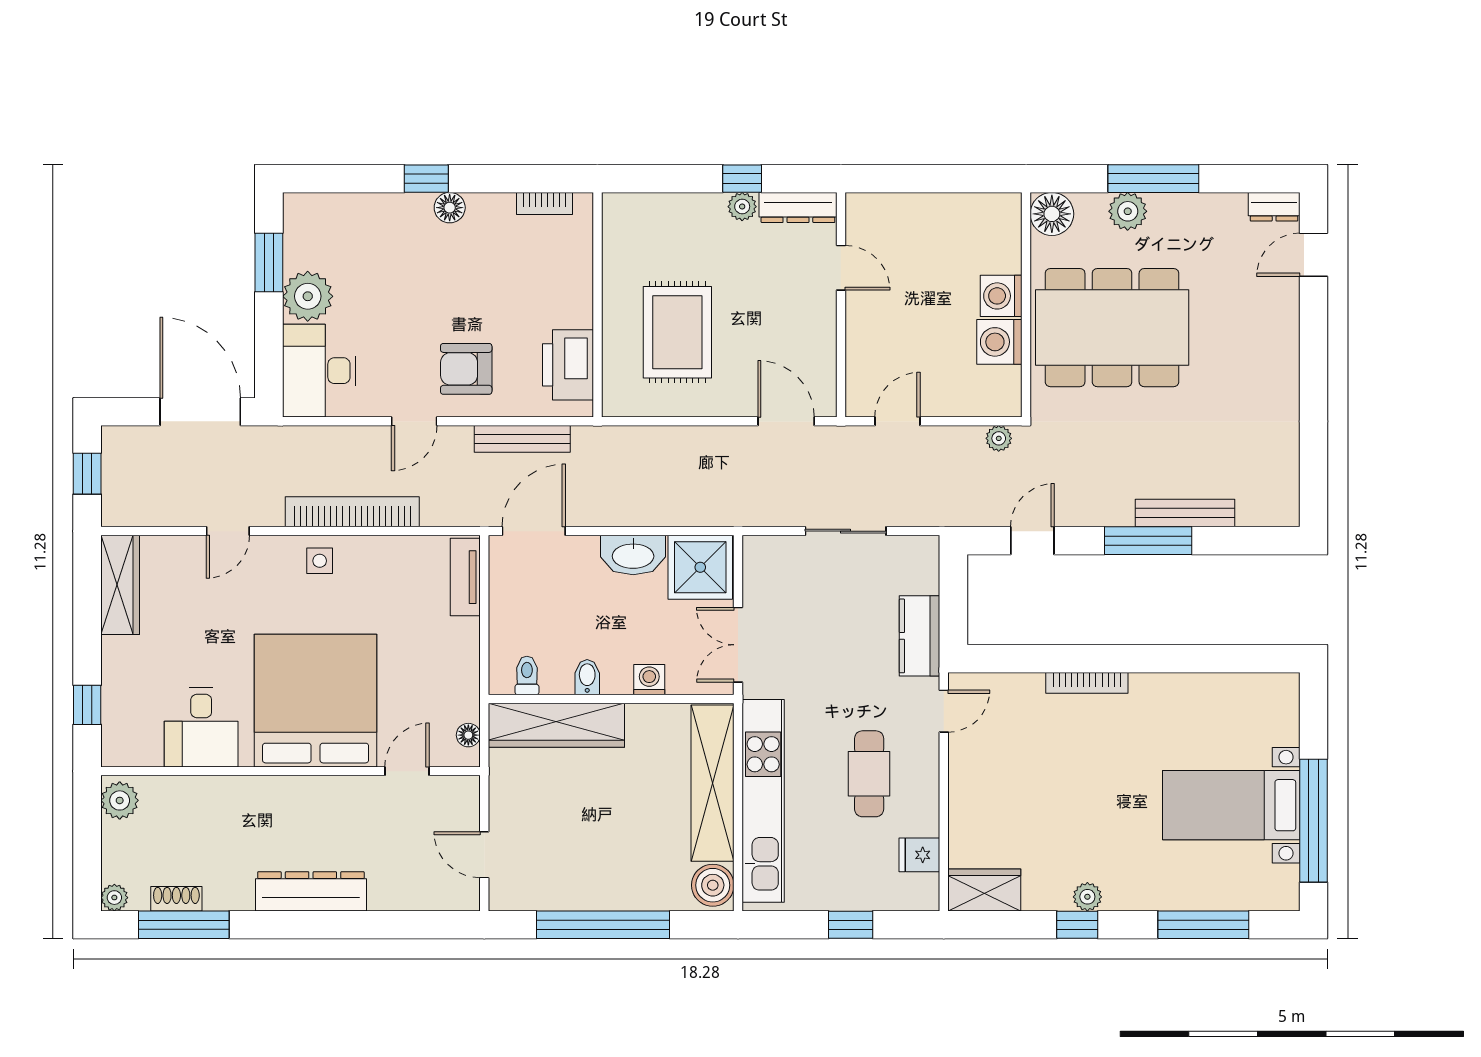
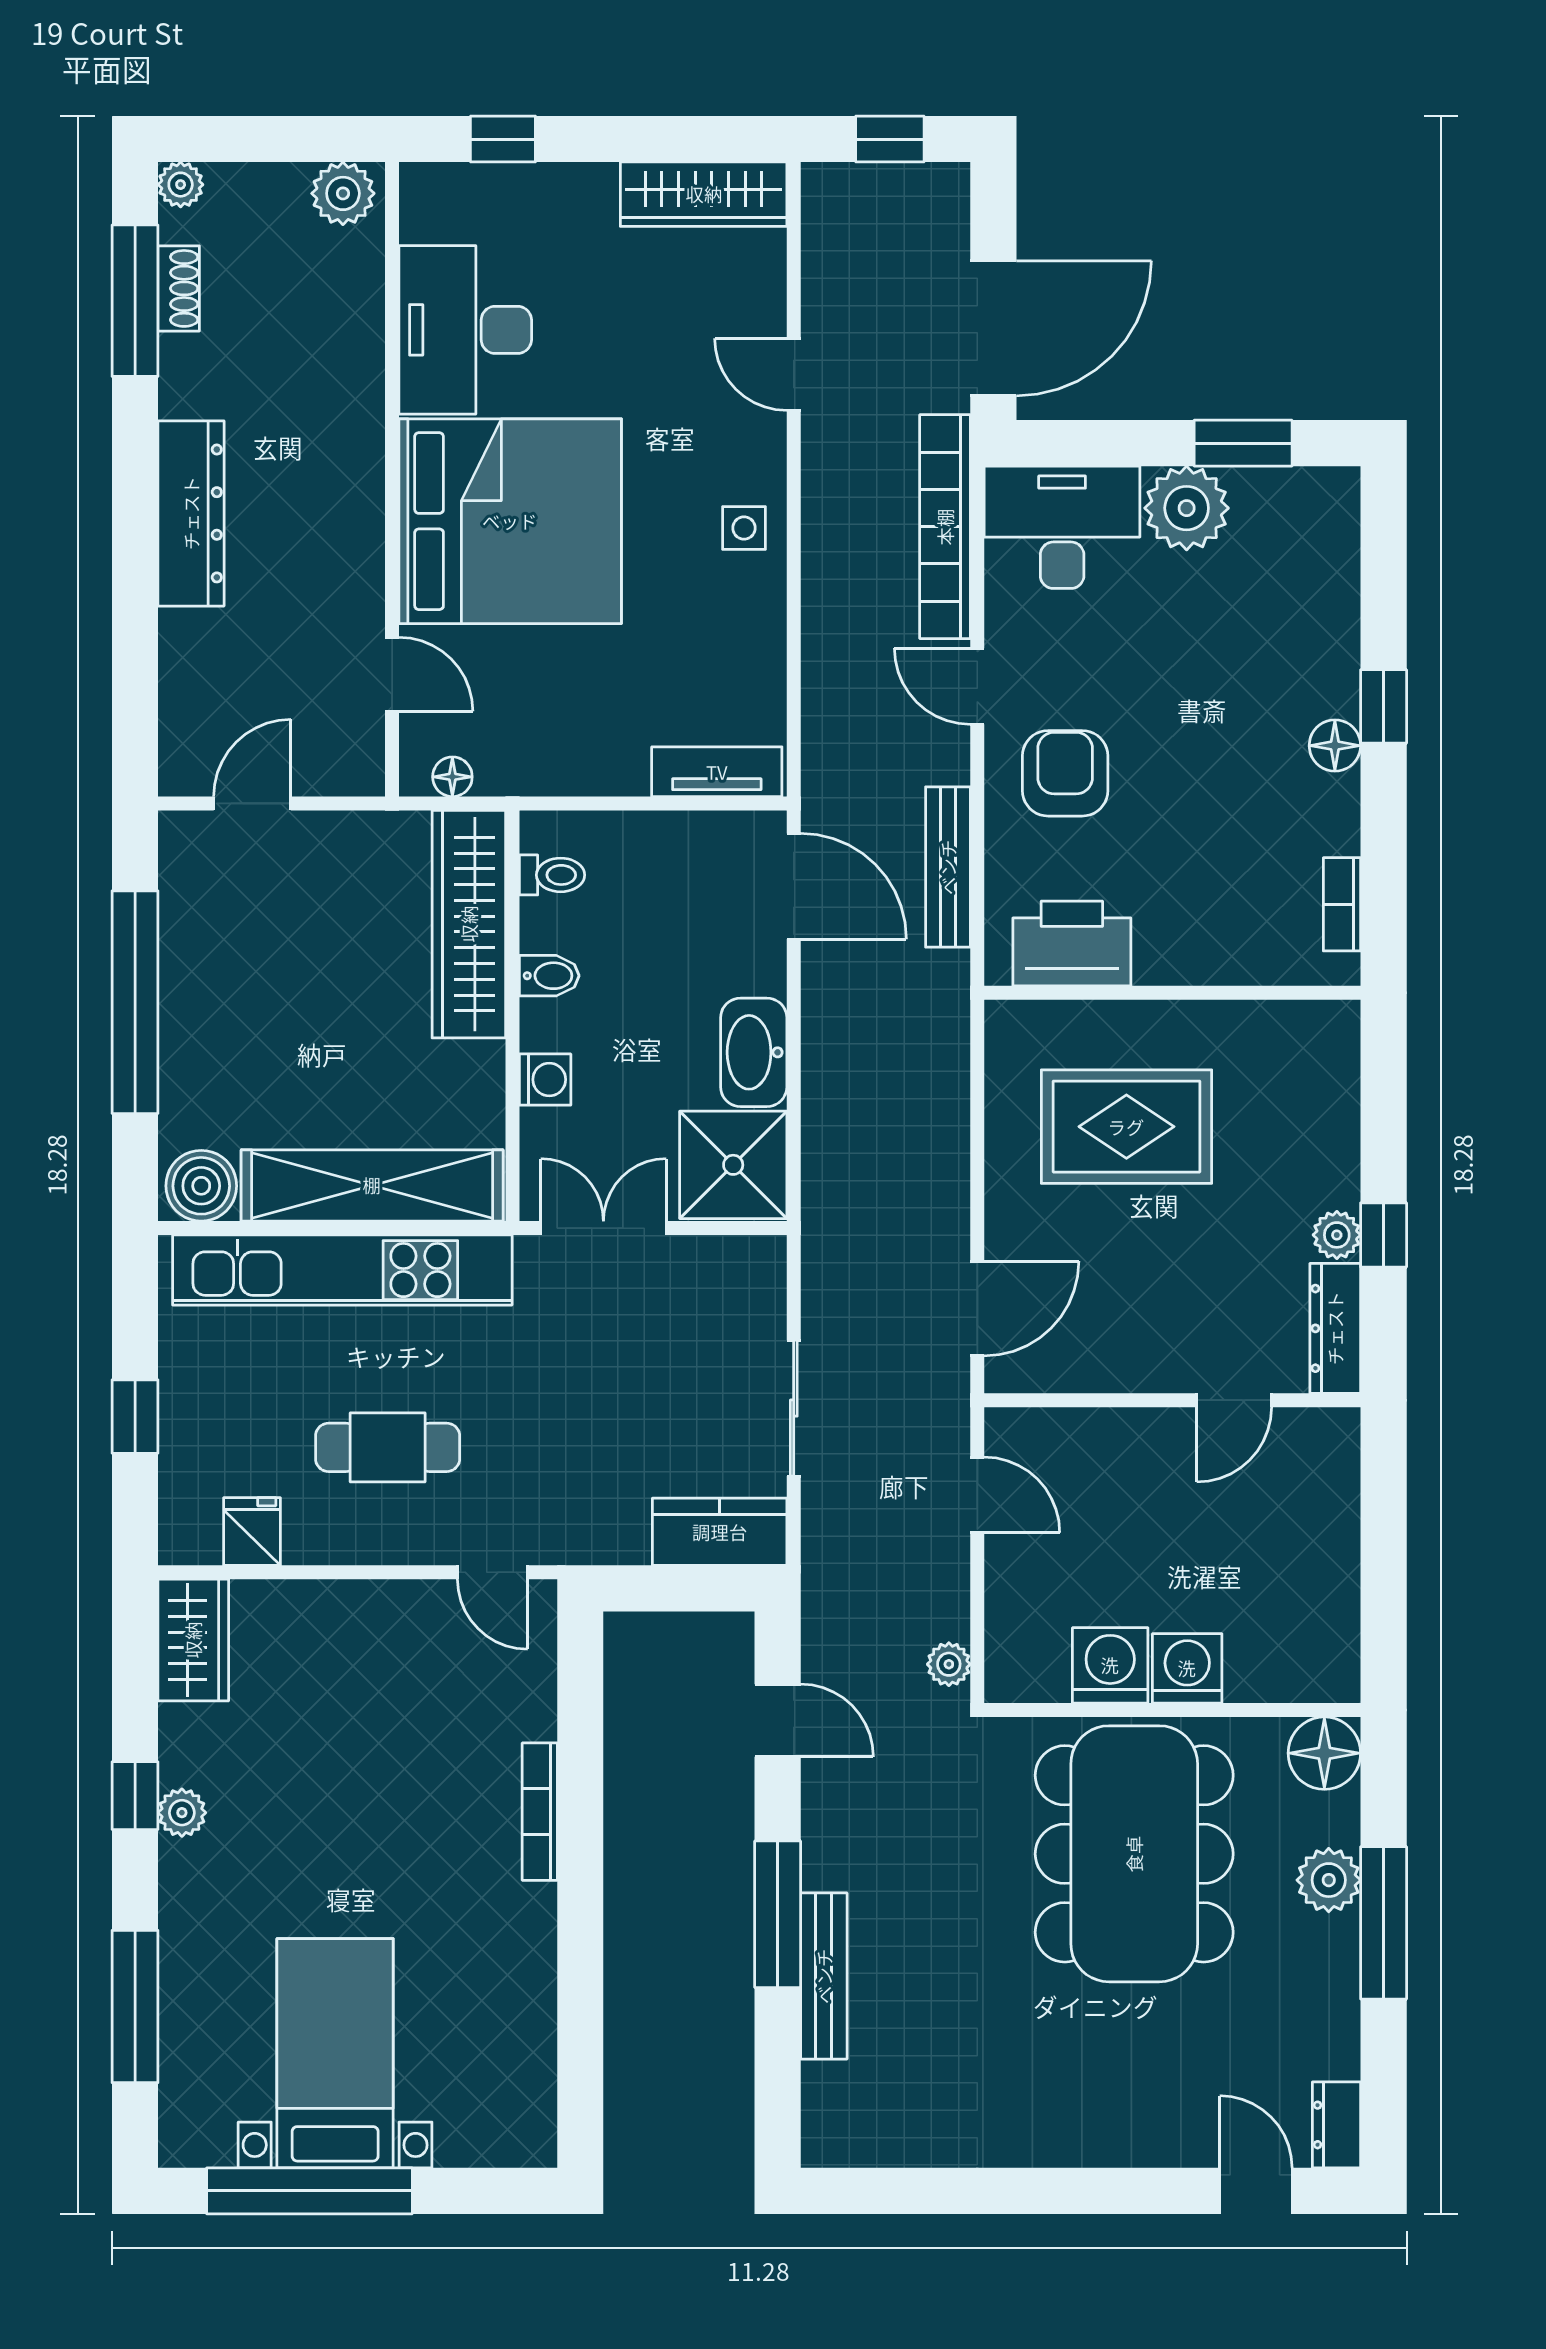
bookcase: (352, 512) -> (945, 527), moved, turned 180
kitchen counter: (920, 636) -> (720, 1532), moved
desk: (201, 727) -> (465, 330), width x1.37

